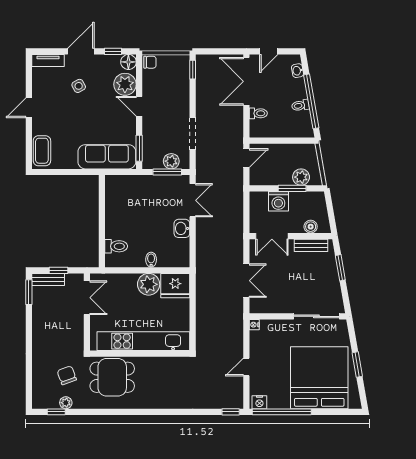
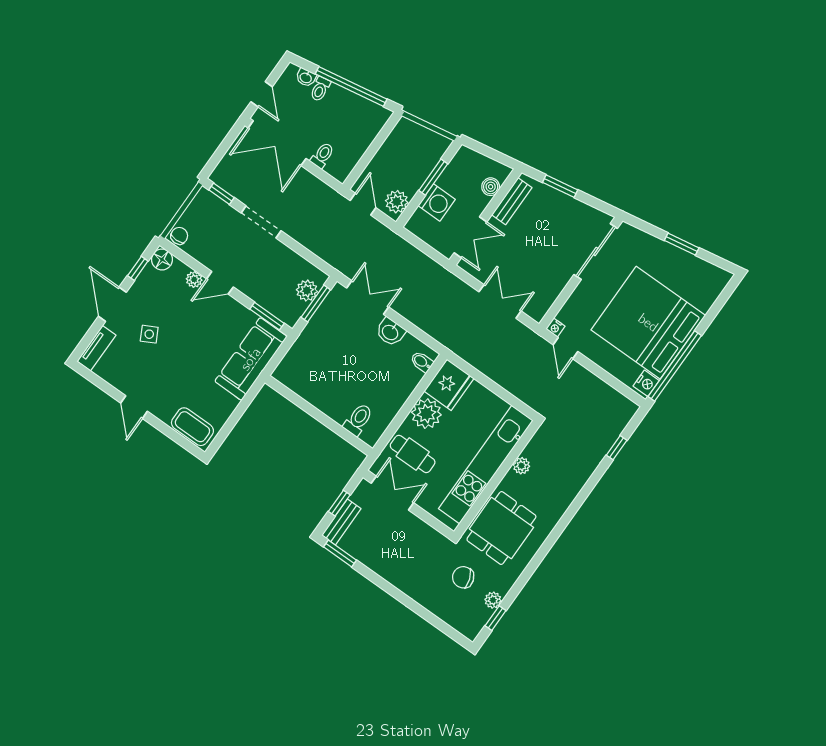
plant: (125, 84) -> (194, 279), width x0.53, depth x0.53
toilet: (300, 105) -> (320, 89), moved
doorway: (193, 134) -> (261, 222), moved
plant: (301, 177) -> (397, 202), moved
bidet: (151, 260) -> (422, 362), moved
cafe table: (119, 293) -> (413, 454), added
plant: (158, 363) -> (521, 466), added
door: (246, 367) -> (566, 348), moved
bed: (319, 378) -> (648, 323), moved
window: (231, 412) -> (617, 448), moved

